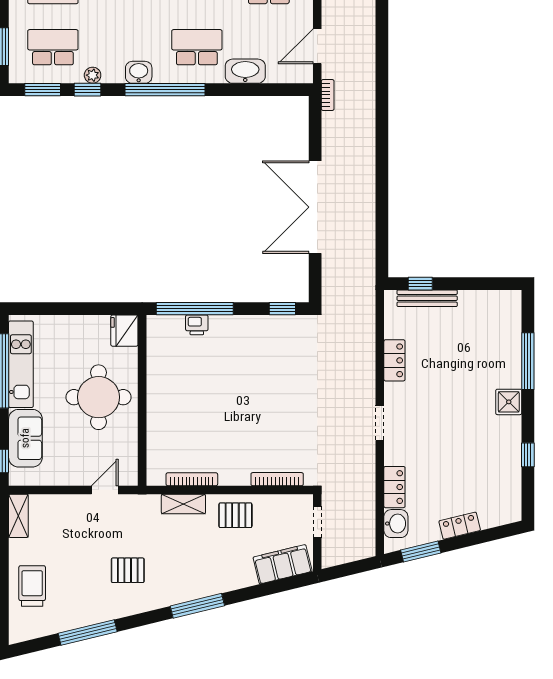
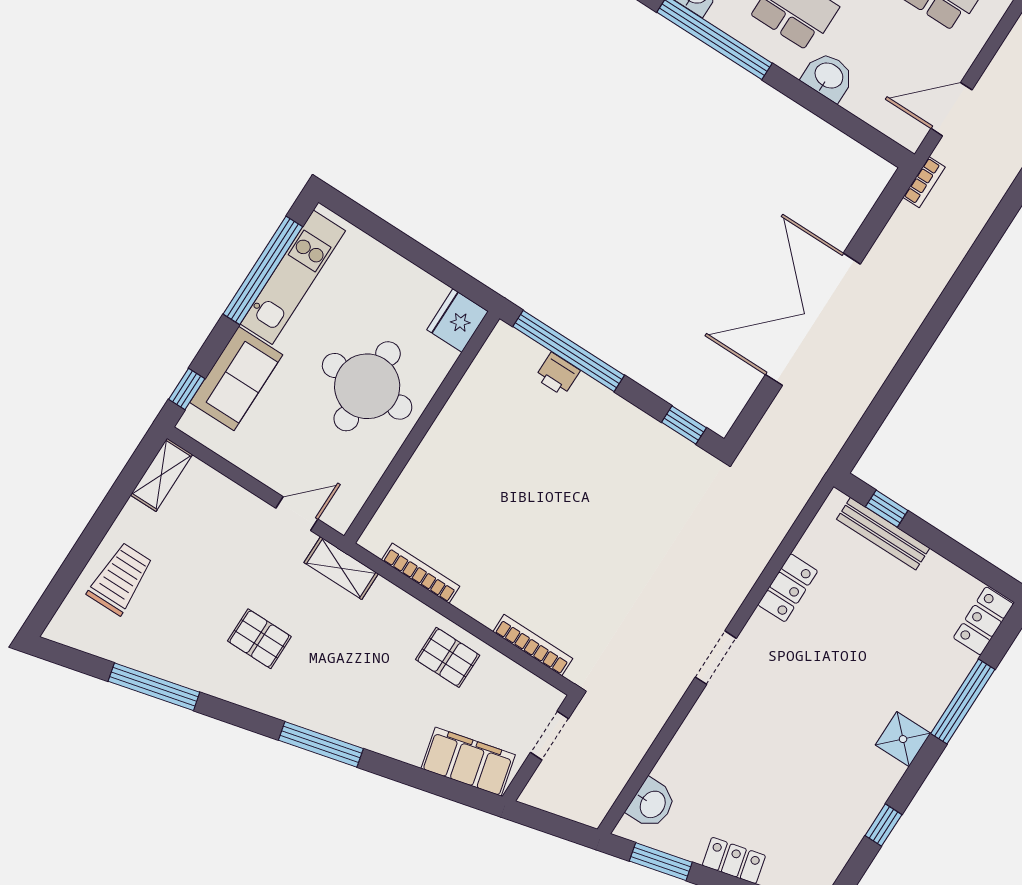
washbasin: (245, 71) -> (828, 76), width x0.72
locker: (394, 487) -> (983, 621), moved, turned 180
shelving: (183, 504) -> (341, 568), moved

